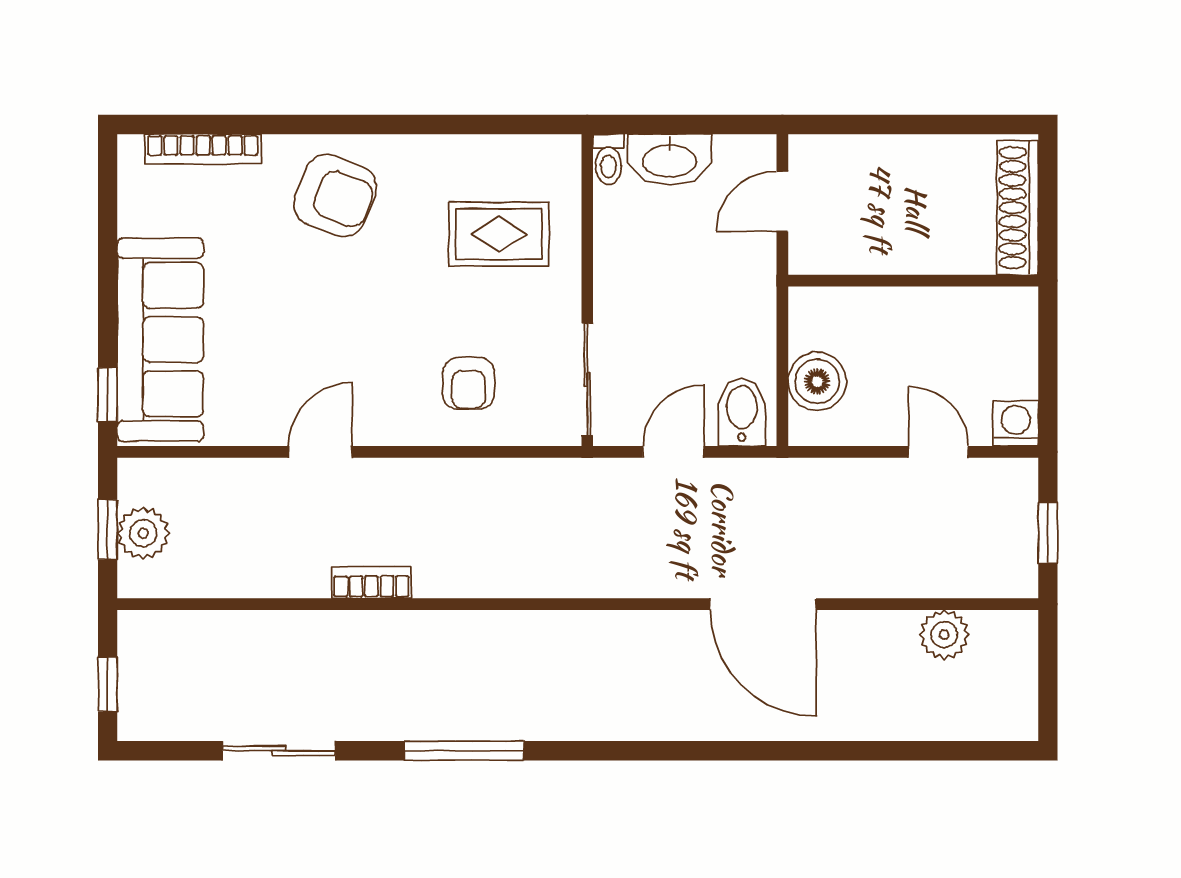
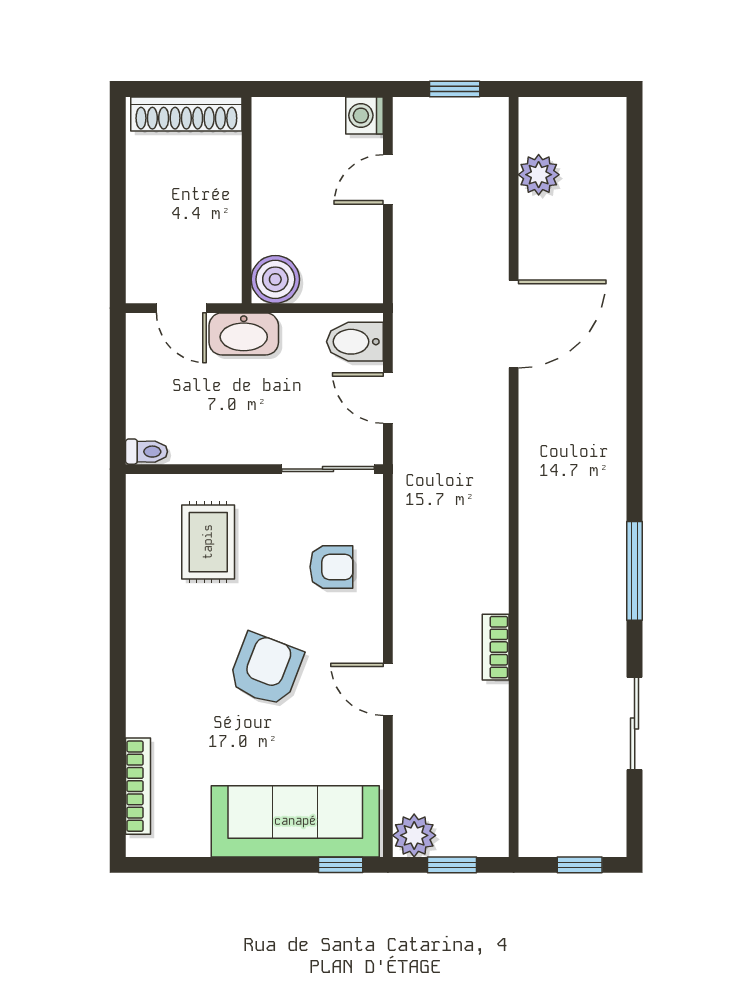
washbasin: (670, 160) -> (244, 334), moved, turned 90
armchair: (335, 196) -> (266, 669), moved
boiler: (817, 381) -> (275, 279), moved
plant: (143, 533) -> (414, 835), moved

